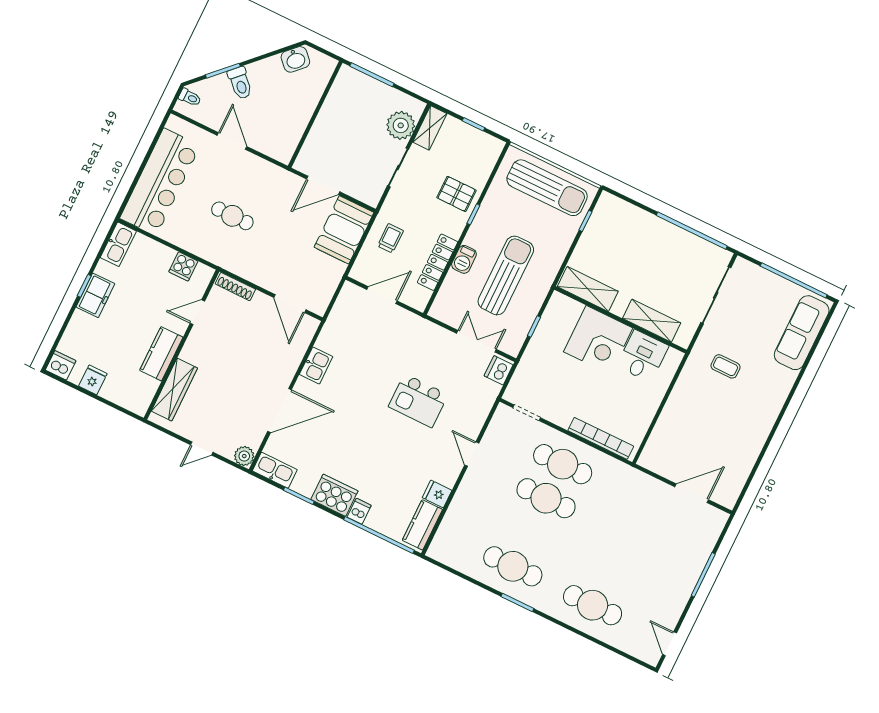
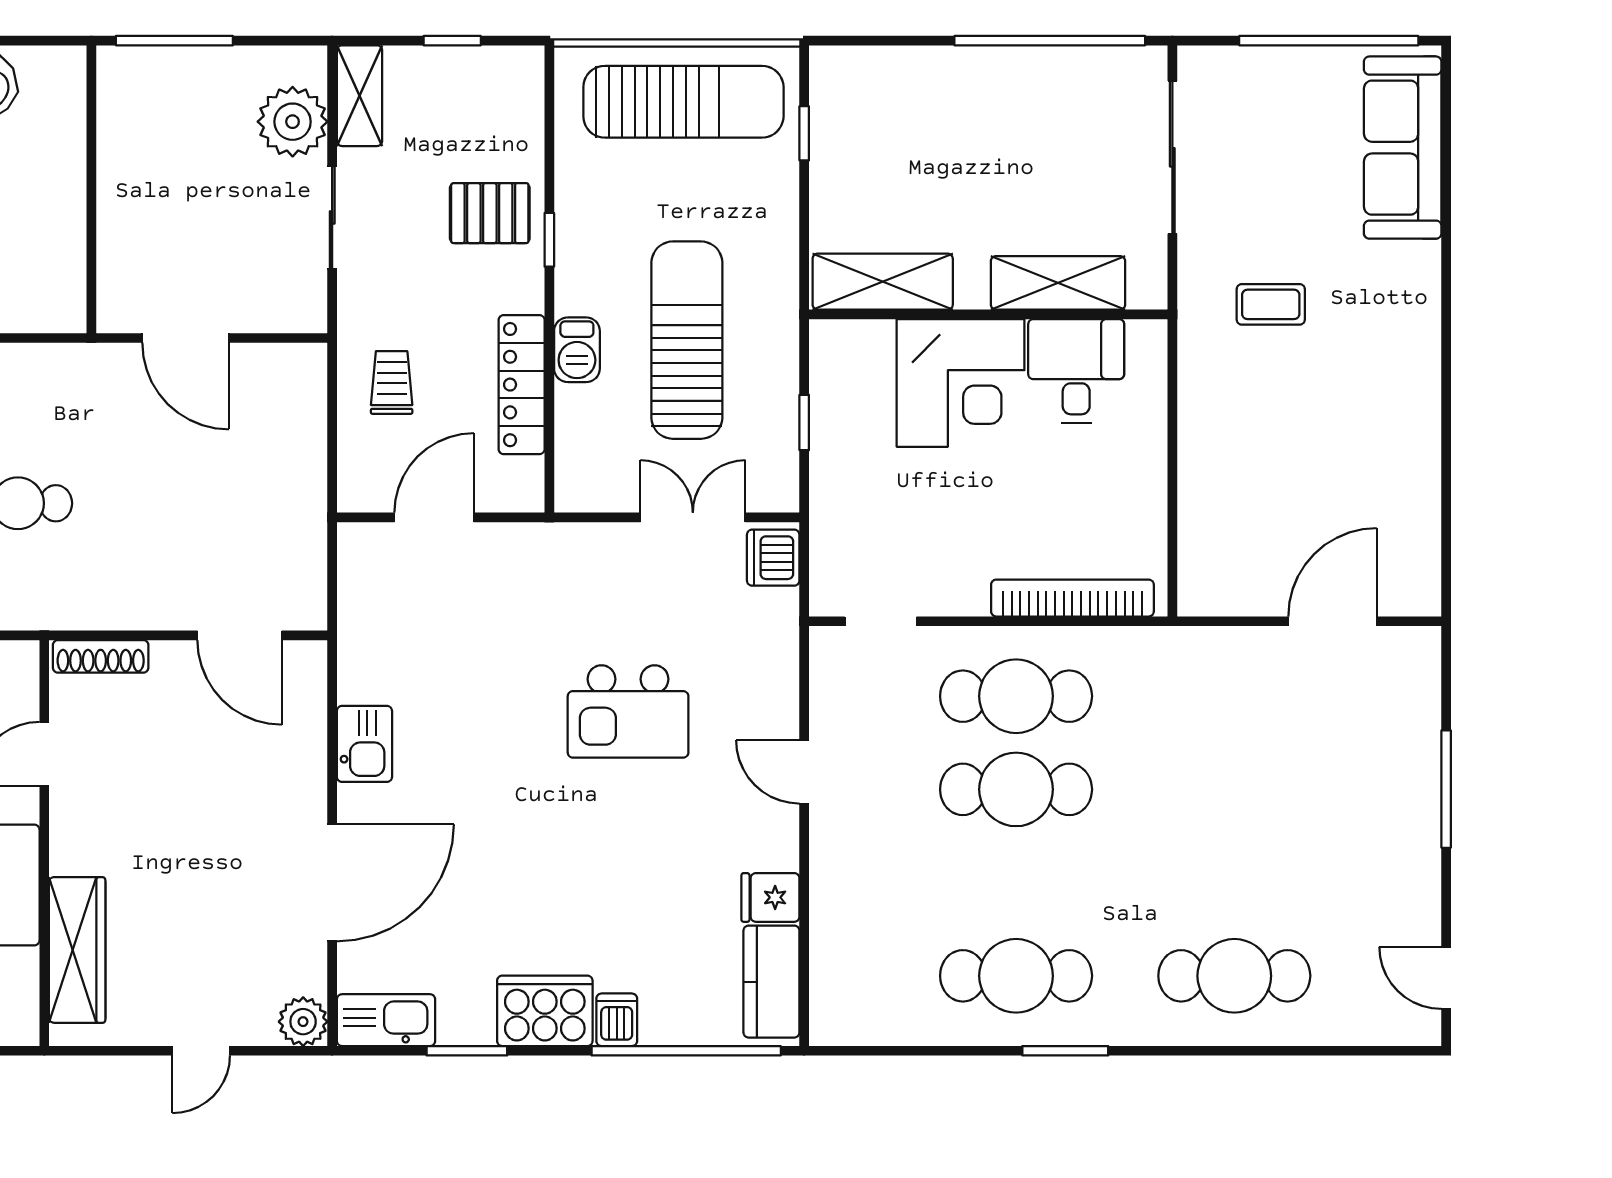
door: (323, 185) -> (186, 338), hinge flipped
booth: (344, 230) -> (280, 414), removed

